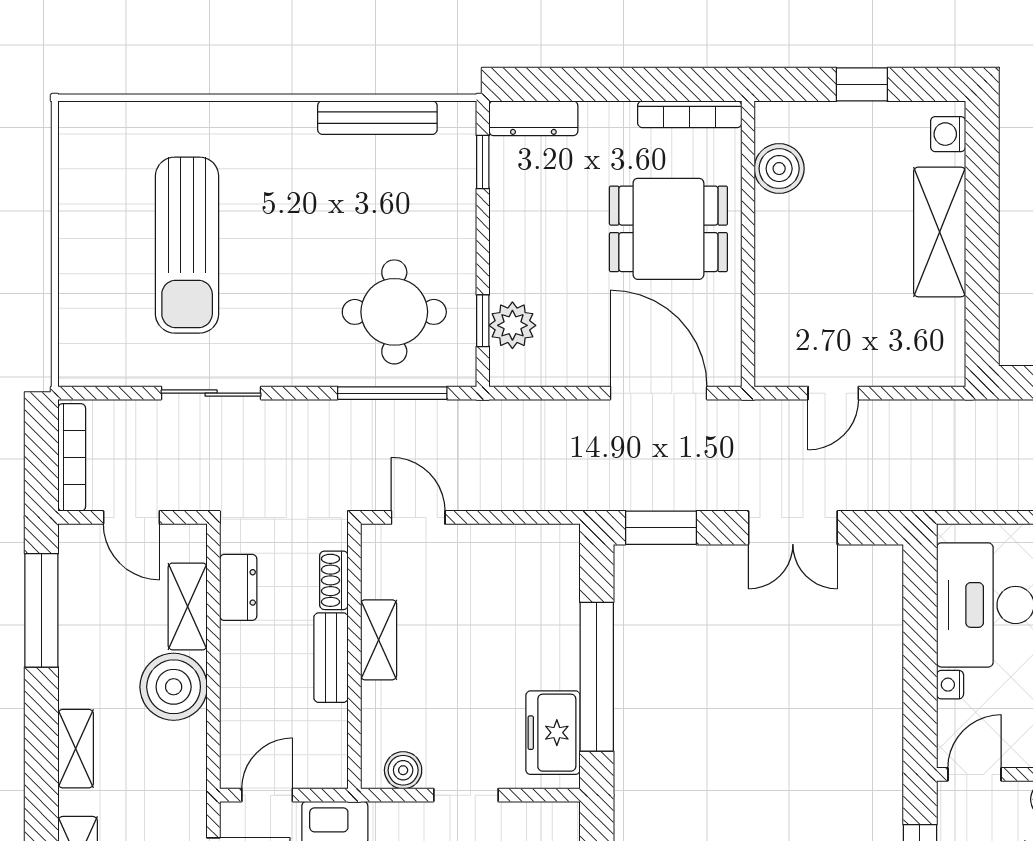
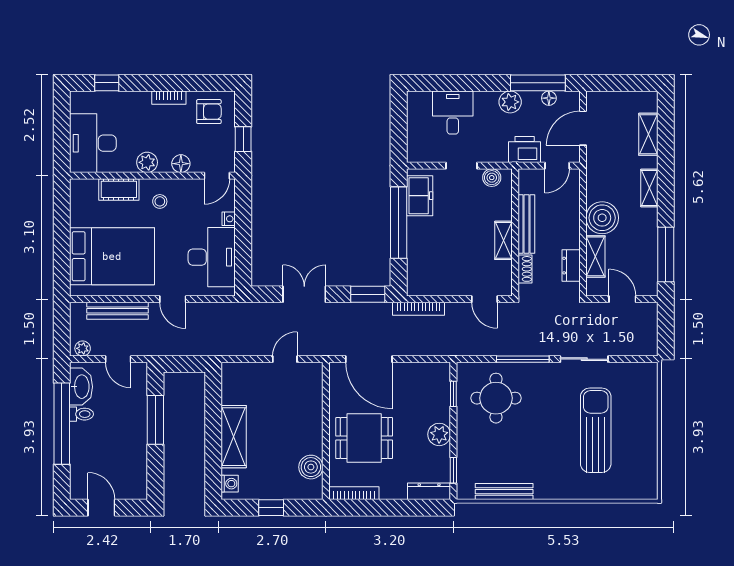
plant: (512, 325) -> (439, 434), moved
window: (392, 393) -> (523, 359), moved
bookcase: (72, 457) -> (419, 309), moved, turned -90
bench: (331, 658) -> (526, 224), width x1.36

